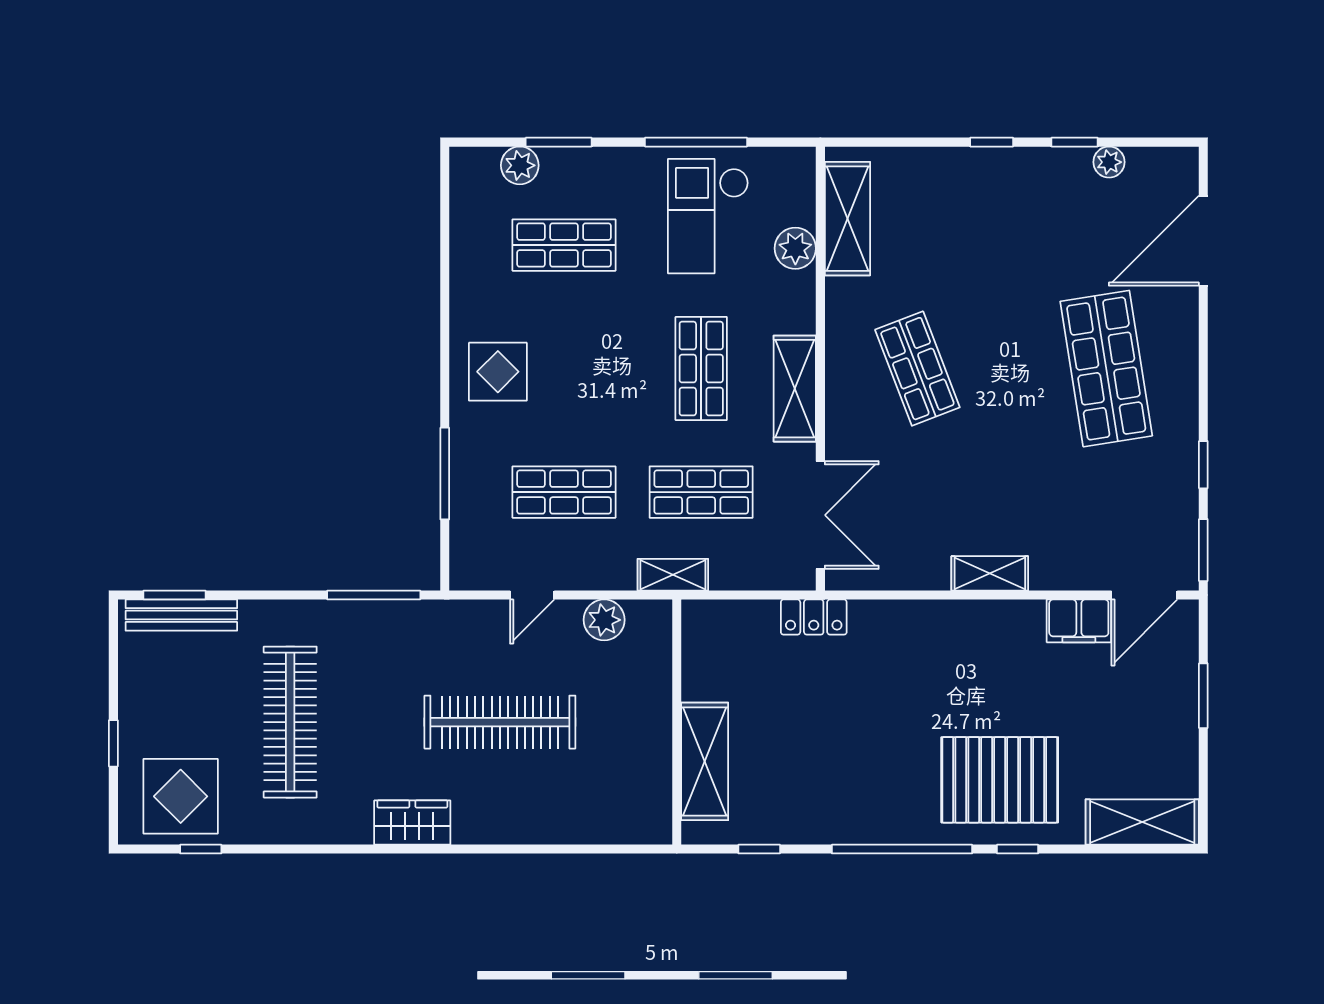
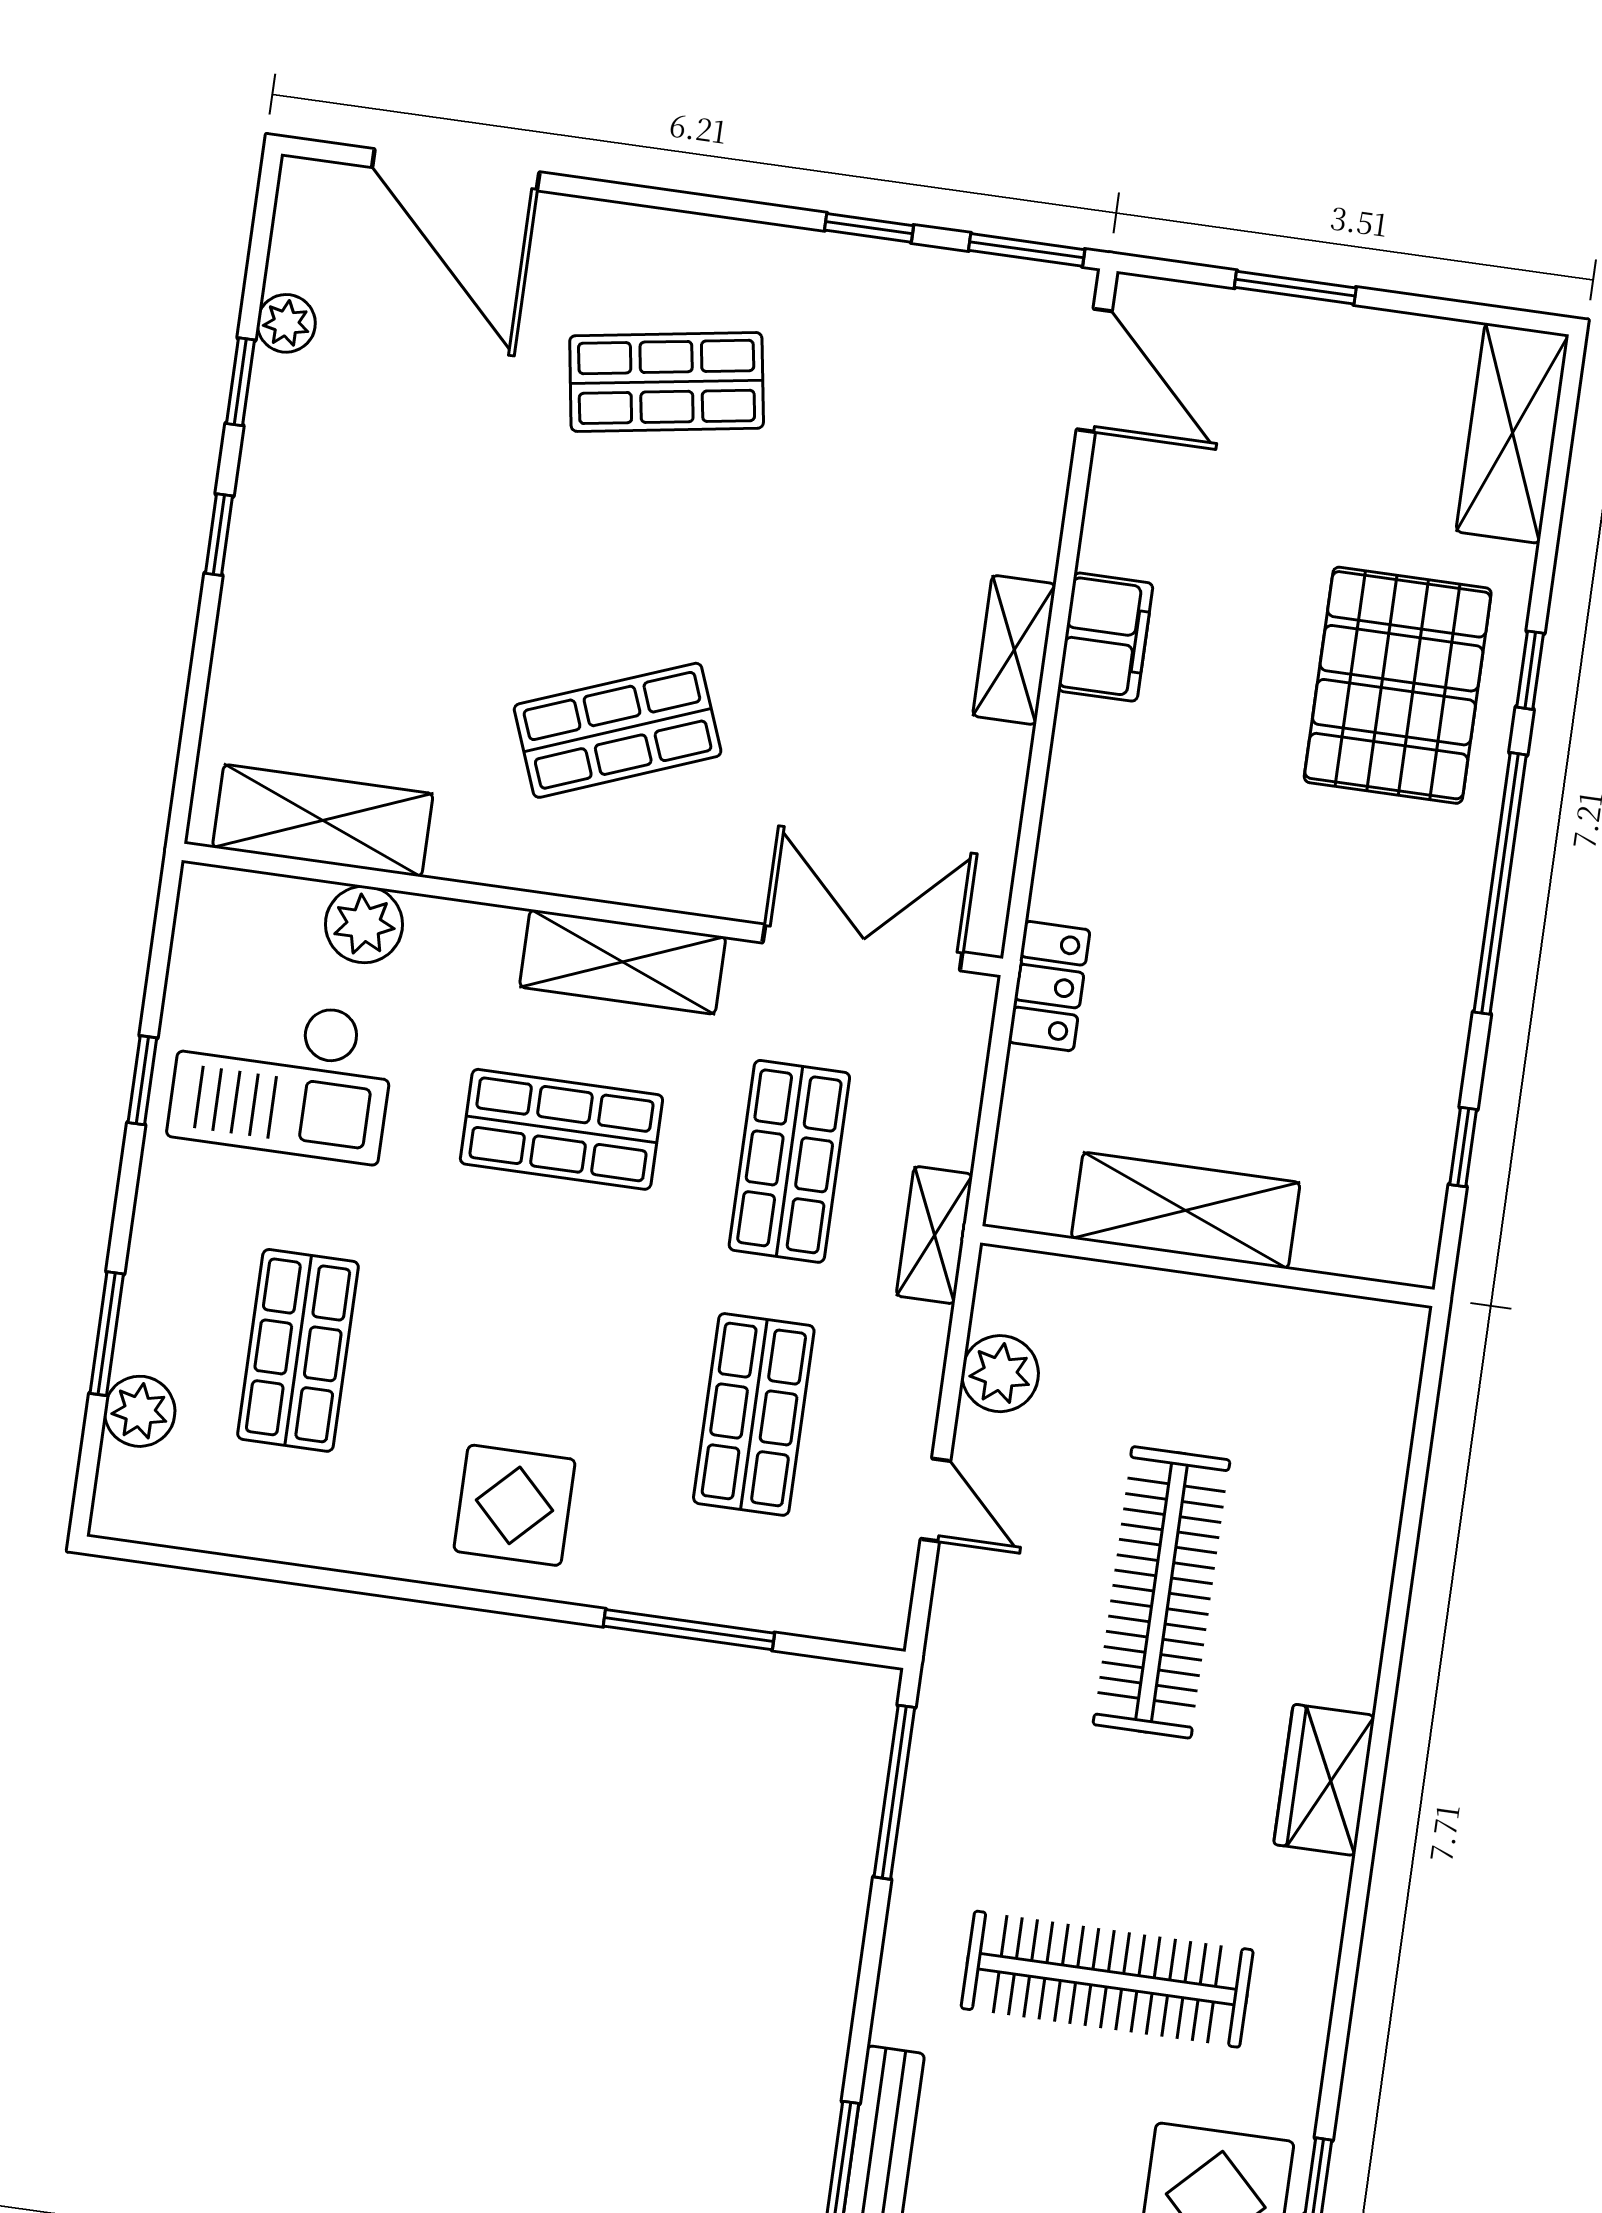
window: (696, 142) -> (142, 1080), width x0.46
shop shelf: (1106, 369) -> (667, 382), width x0.70, depth x0.74
filing cabinet: (1079, 621) -> (1105, 637), moved
shelving: (705, 761) -> (1186, 1210), moved

